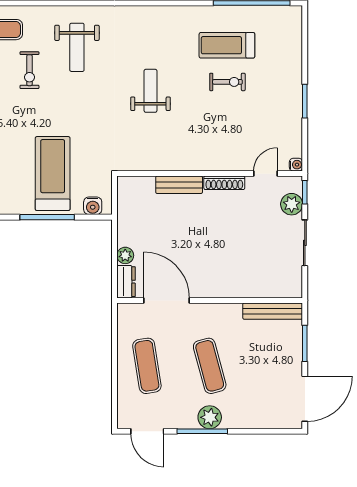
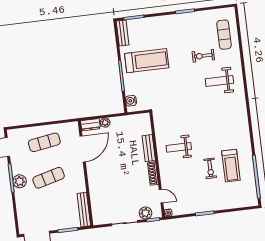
treadmill: (227, 45) -> (231, 166), turned 180
weight bench: (150, 91) -> (179, 147), moved, turned 180
treadmill: (53, 174) -> (147, 61), moved

